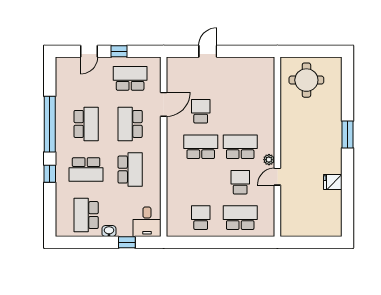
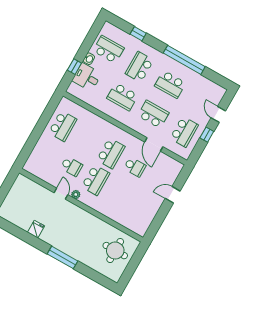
door: (208, 51) -> (173, 195), swing flipped
window: (348, 134) -> (63, 257), width x1.44
window: (50, 174) -> (138, 34), moved
school desk: (201, 218) -> (63, 126), width x1.85
school desk: (240, 218) -> (47, 153), removed
desk: (147, 222) -> (87, 77), moved

